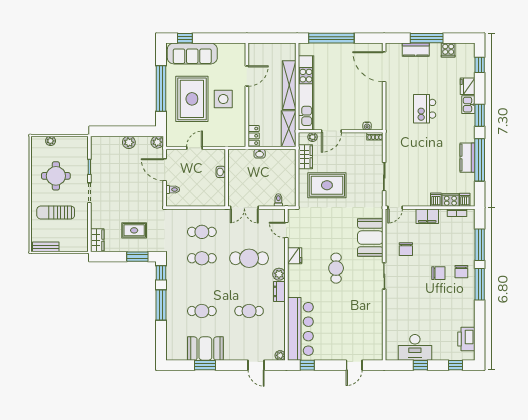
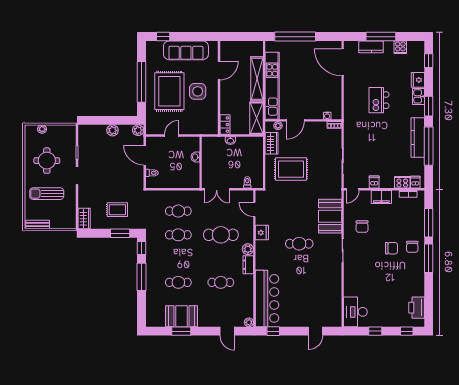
sofa: (192, 53) -> (186, 50), moved
kitchen counter: (468, 158) -> (418, 137), width x1.50
dishwasher: (436, 200) -> (374, 182), moved
cafe table: (336, 268) -> (299, 244), turned 90
desk: (415, 347) -> (355, 312), moved, turned 90

